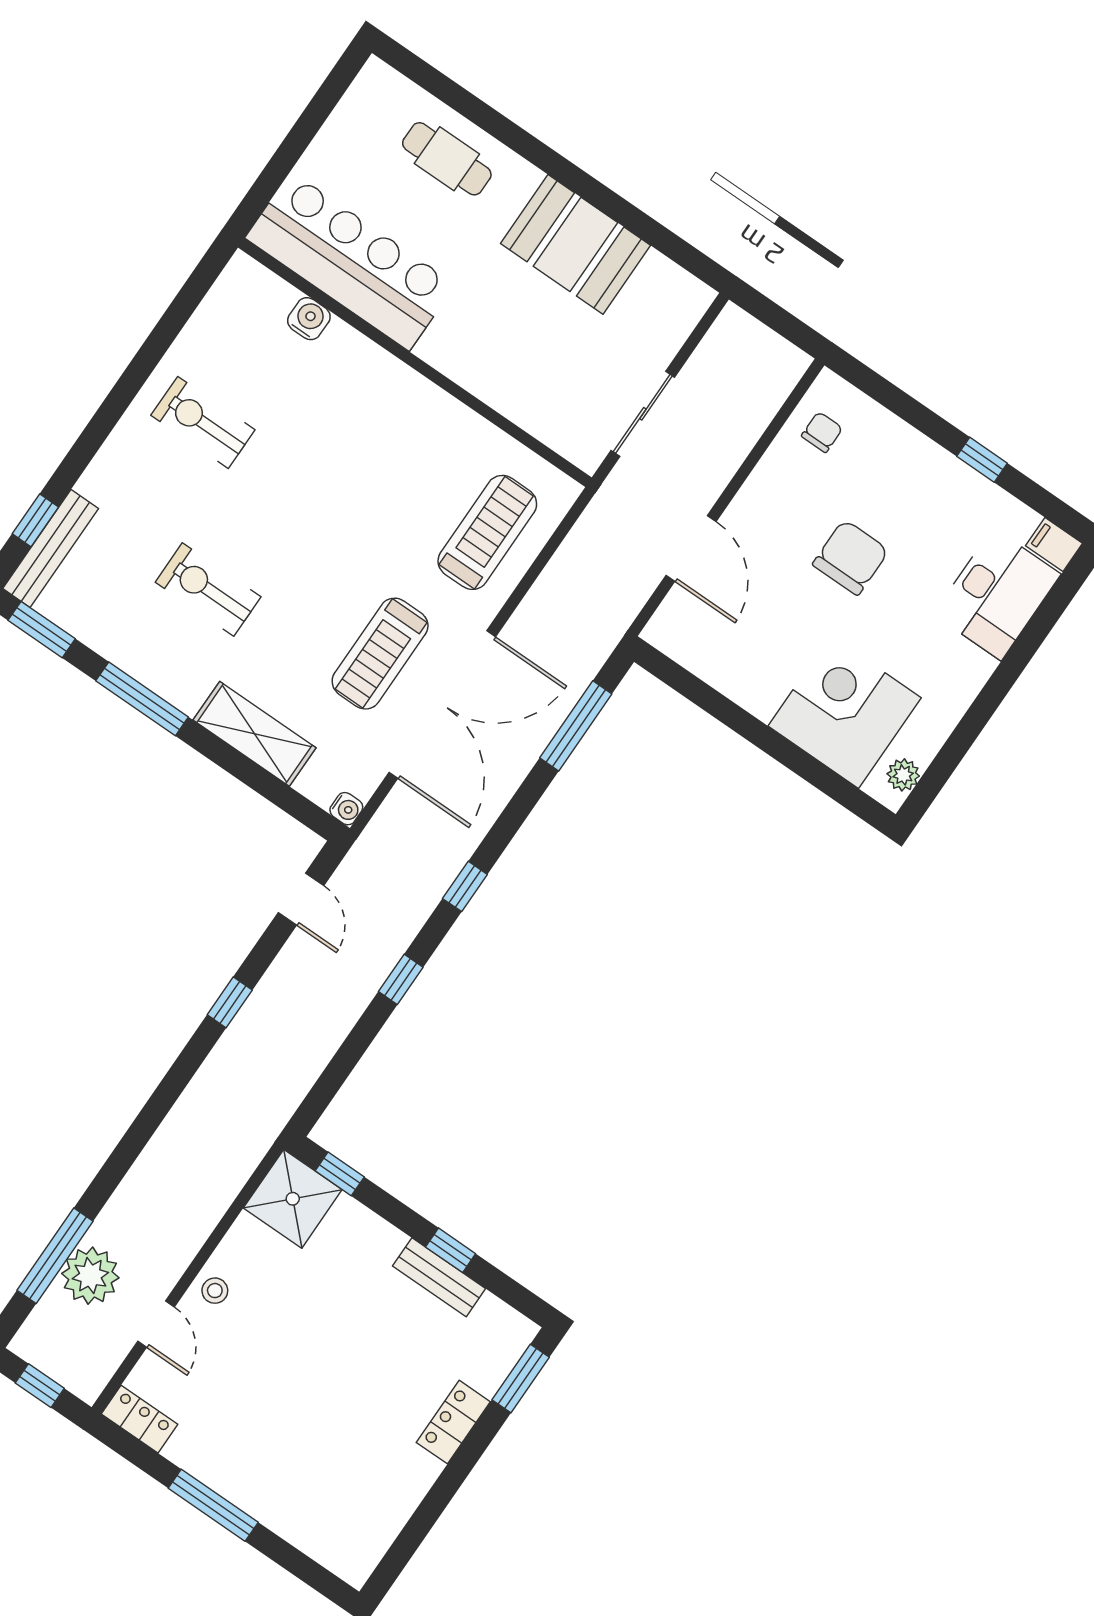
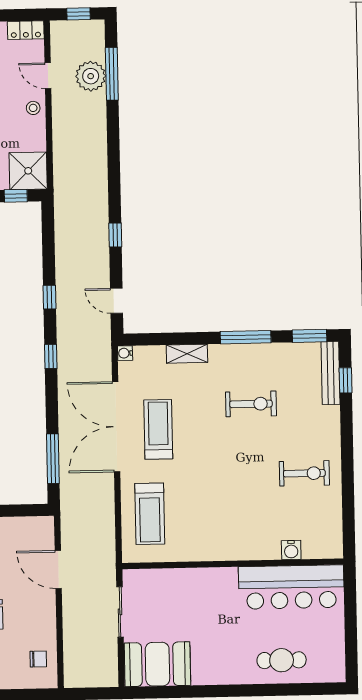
booth: (576, 244) -> (157, 664), moved
chair: (822, 432) -> (38, 659), turned -90
shelving: (254, 734) -> (187, 354), width x0.67, depth x0.75

